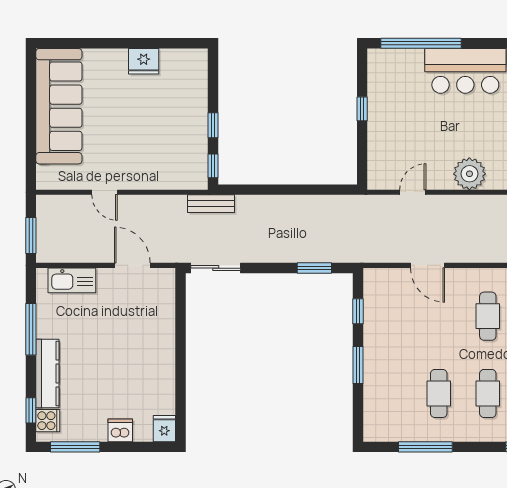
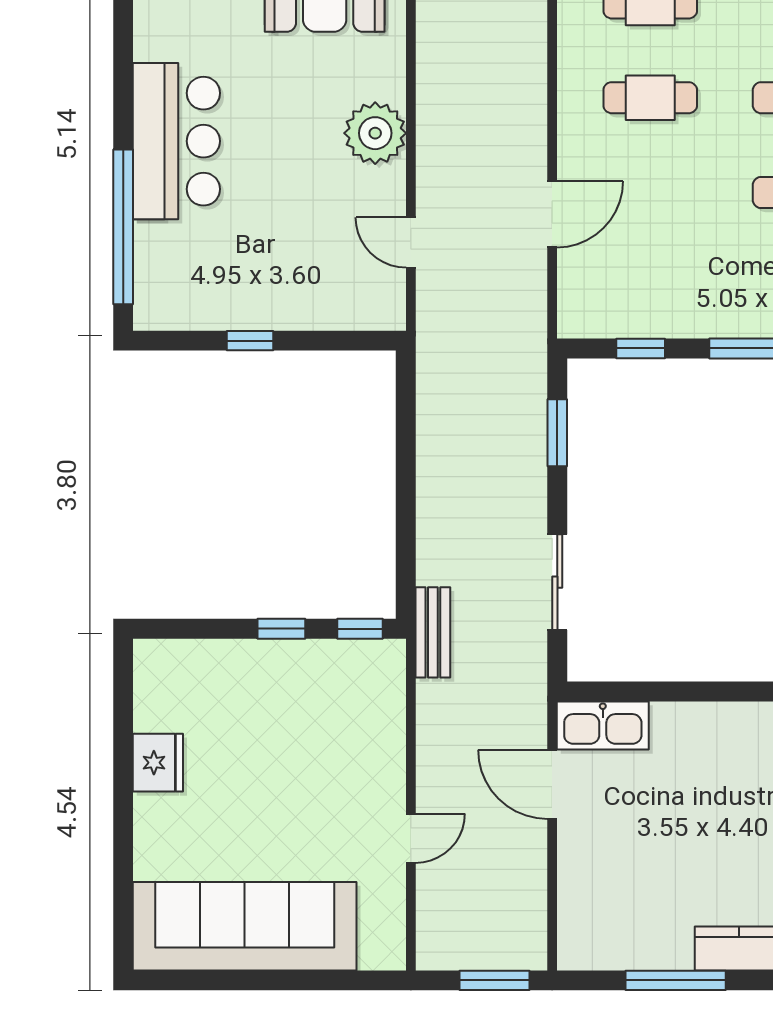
door: (132, 265) -> (552, 784), hinge flipped
sliding door: (216, 268) -> (557, 582), moved
kitchen sink: (72, 280) -> (603, 726), moved, turned 90

